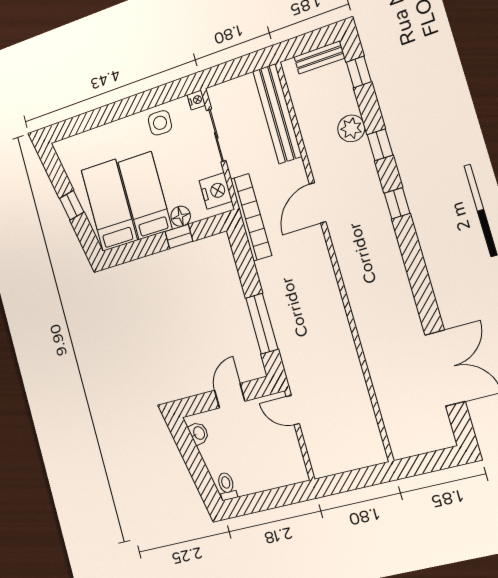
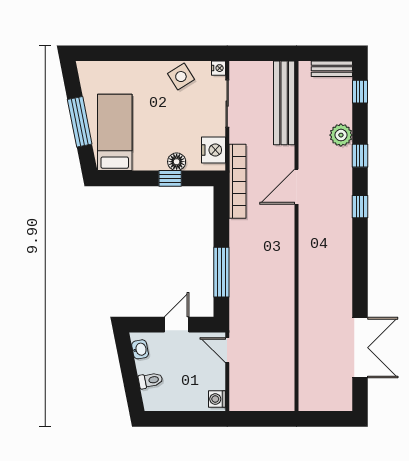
side table: (160, 123) -> (181, 77), turned -34
bed: (145, 196) -> (150, 134), removed
window: (72, 205) -> (80, 122), width x2.17
washing machine: (297, 469) -> (217, 399), added
toilet: (227, 486) -> (150, 380), moved, turned 79

